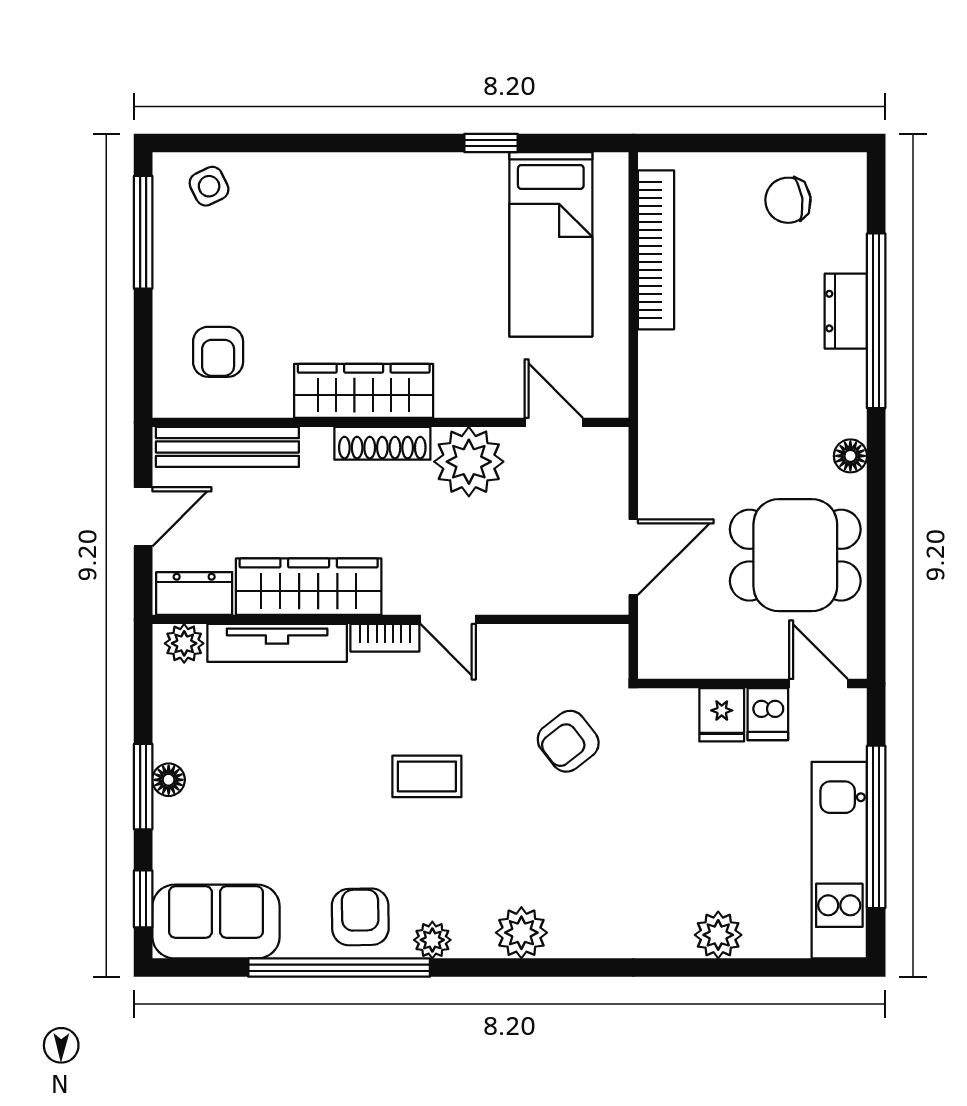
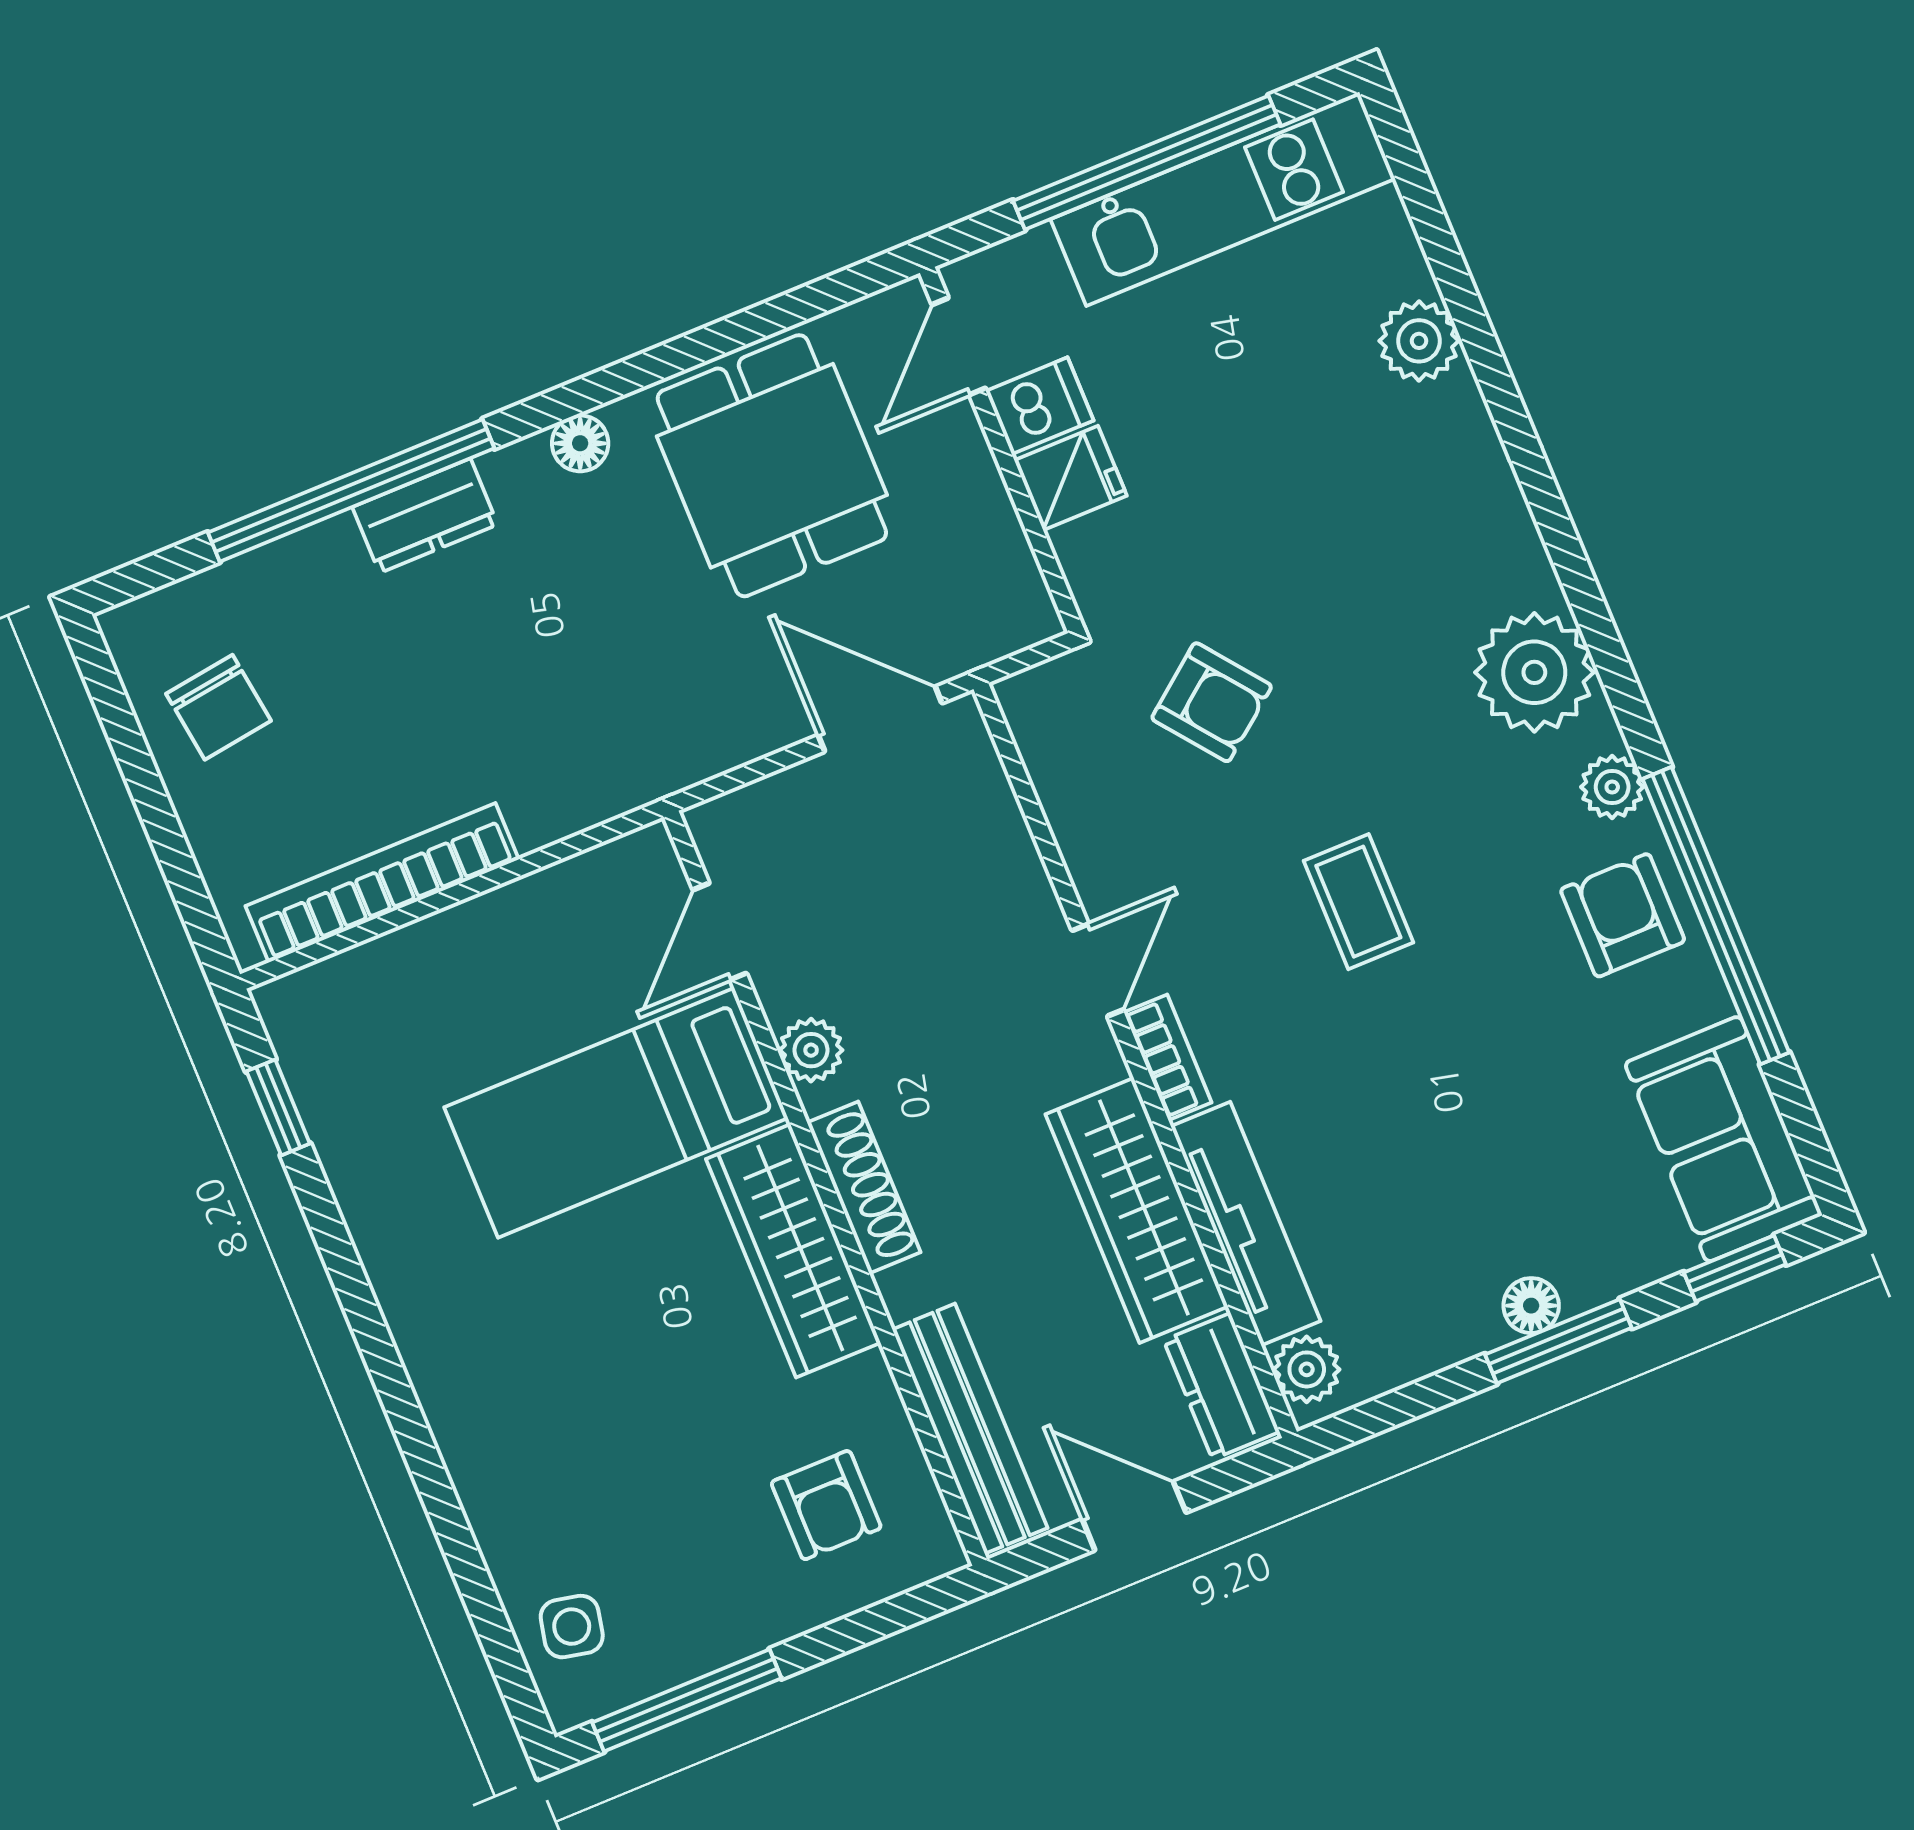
window: (491, 143) -> (278, 1107), moved
side table: (209, 186) -> (572, 1627), turned 38
bed: (551, 244) -> (616, 1113), moved, turned 180
dresser: (846, 311) -> (425, 516), moved
armchair: (218, 352) -> (826, 1505), turned 90
plant: (469, 462) -> (811, 1050), width x0.53, depth x0.53
armchair: (360, 917) -> (1623, 915), turned 91
plant: (521, 933) -> (1534, 672), width x1.36, depth x1.36

